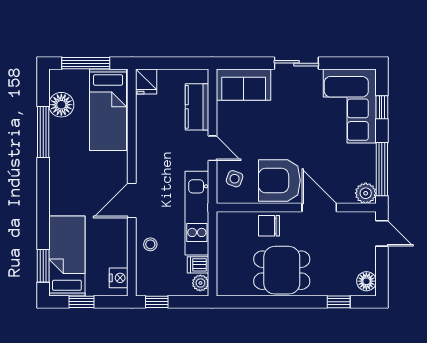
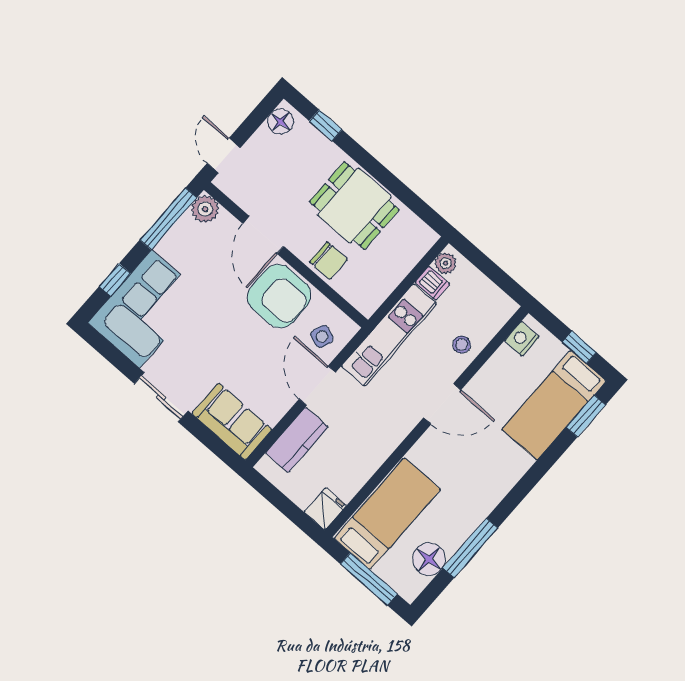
door: (213, 148) -> (317, 386), width x1.38
window: (157, 302) -> (505, 282), removed

